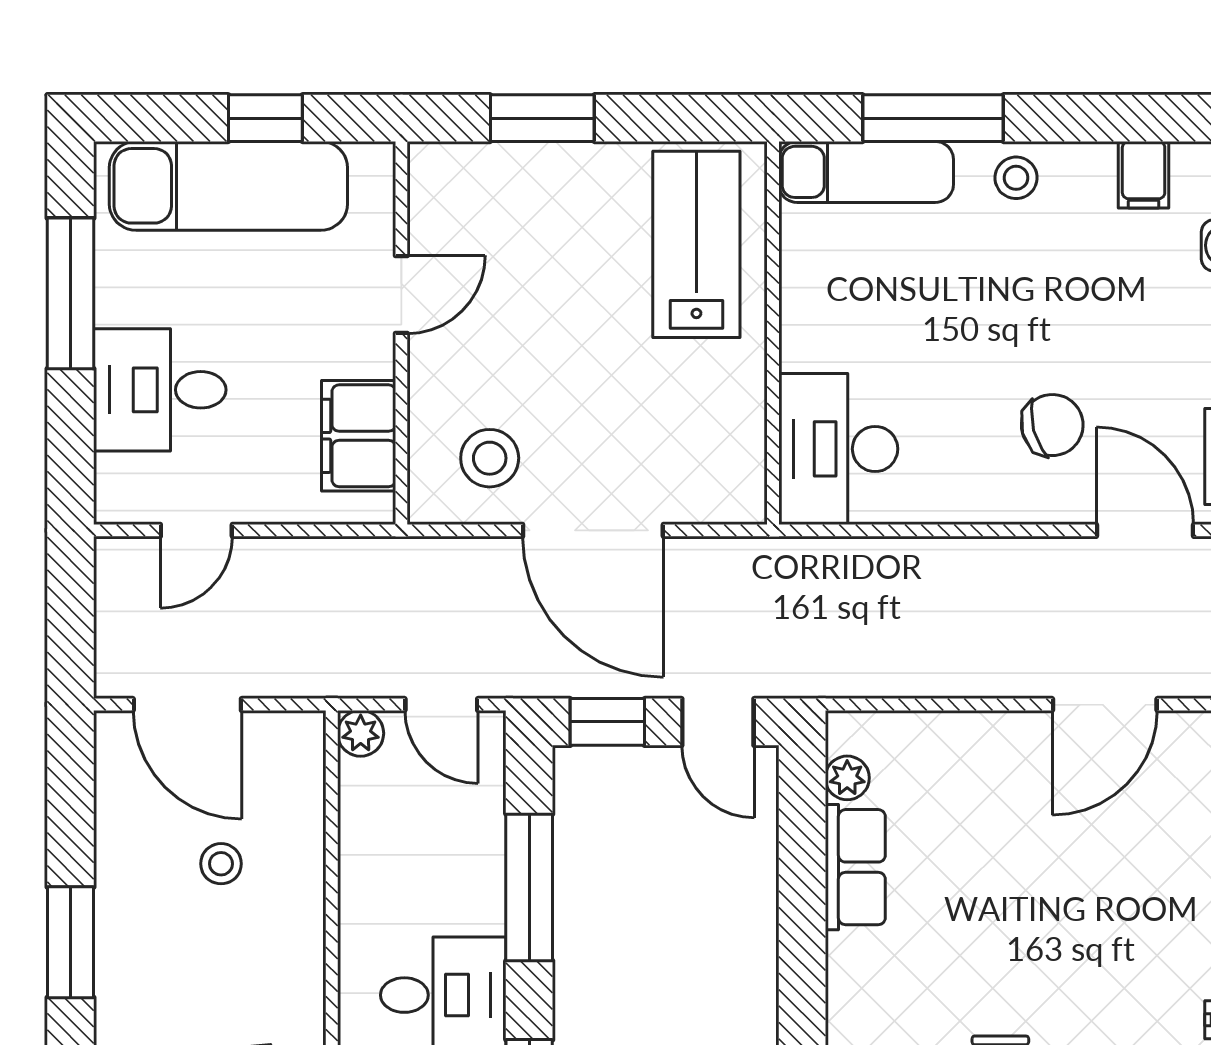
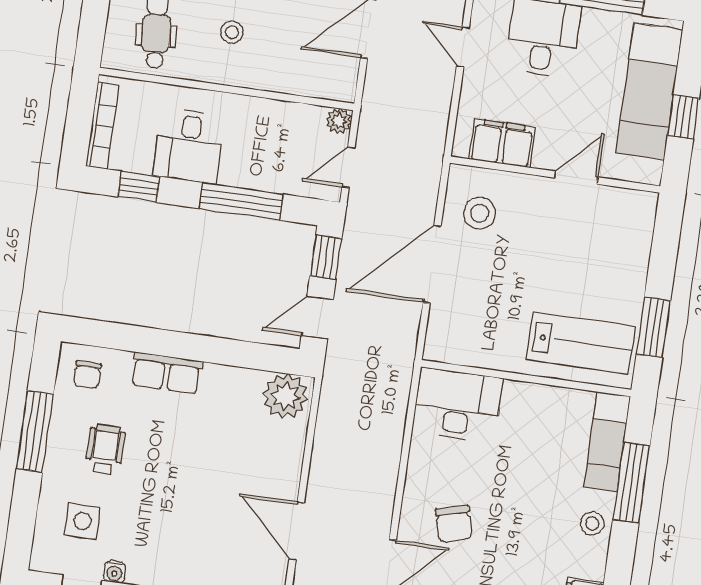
window: (542, 118) -> (653, 327), moved
door: (401, 294) -> (576, 178), swing flipped
plant: (847, 778) -> (286, 396), width x1.88, depth x1.88
stool: (221, 864) -> (232, 32), moved
row of seats: (855, 867) -> (166, 373), moved

